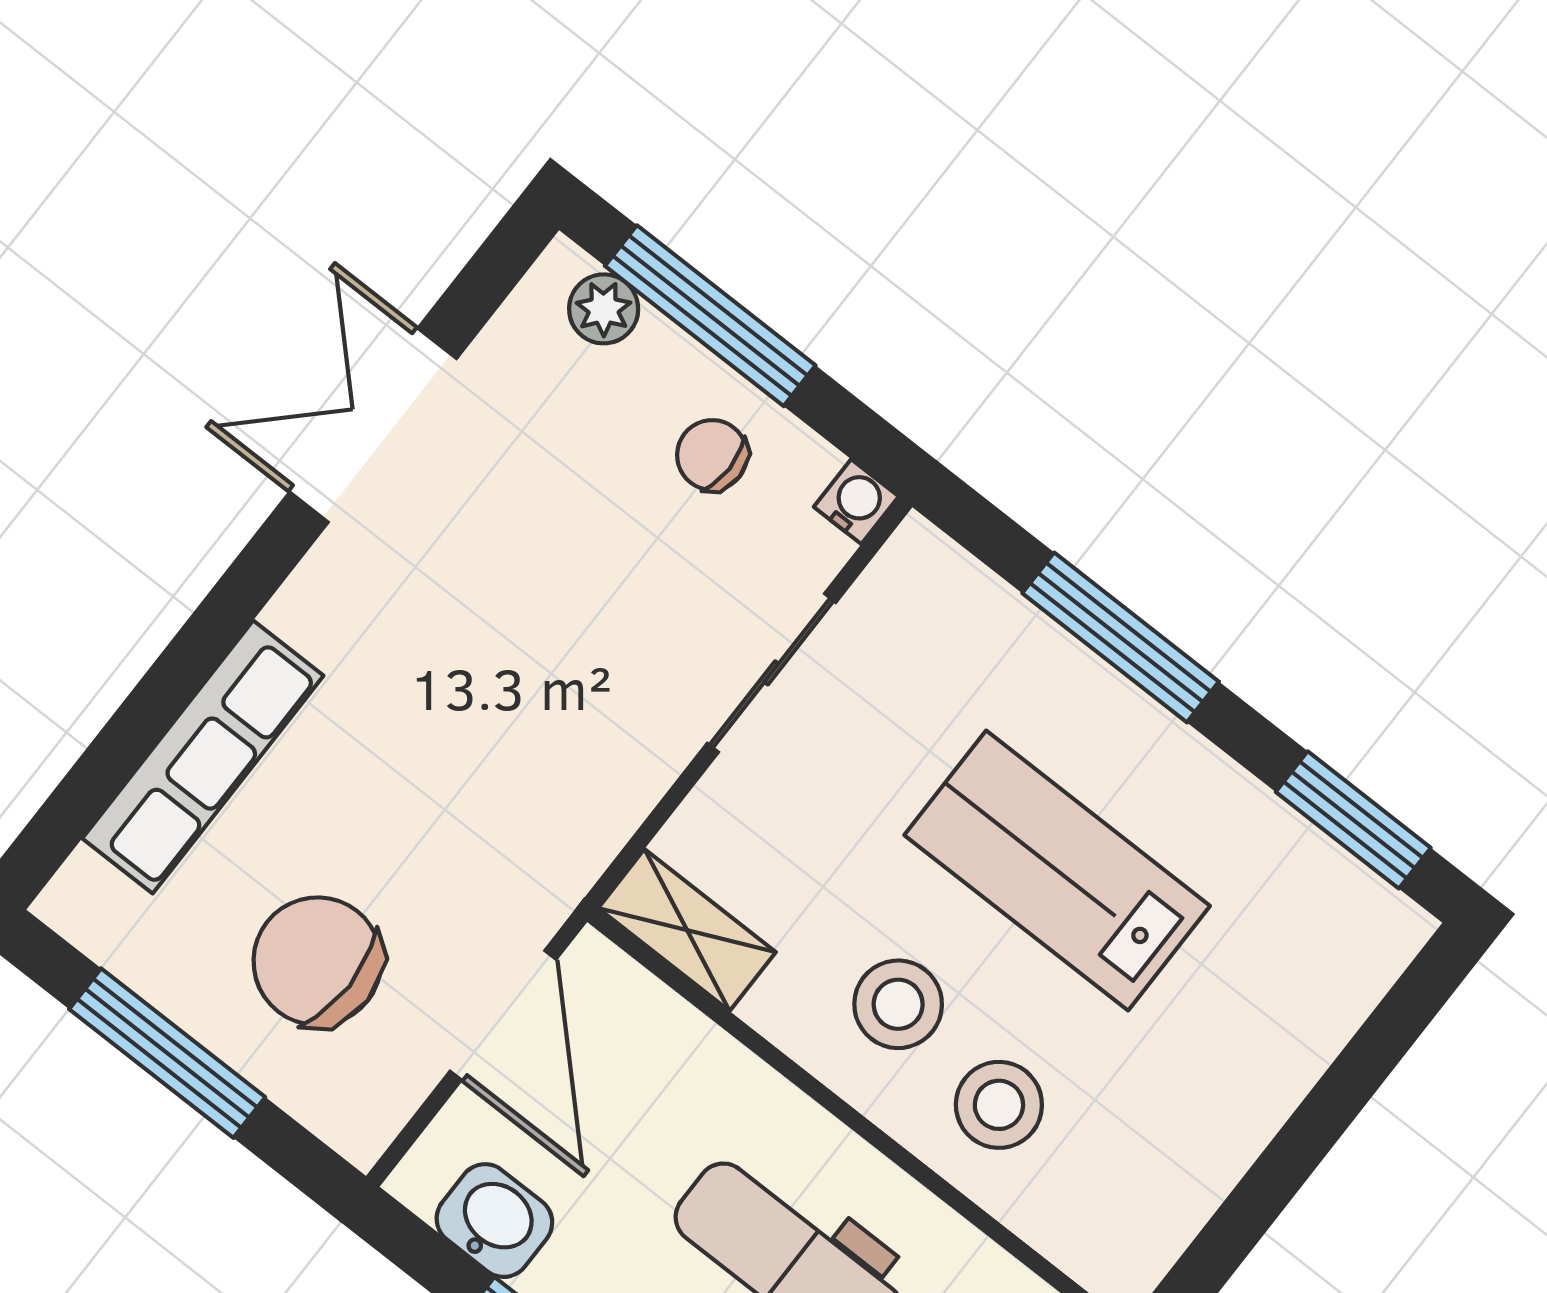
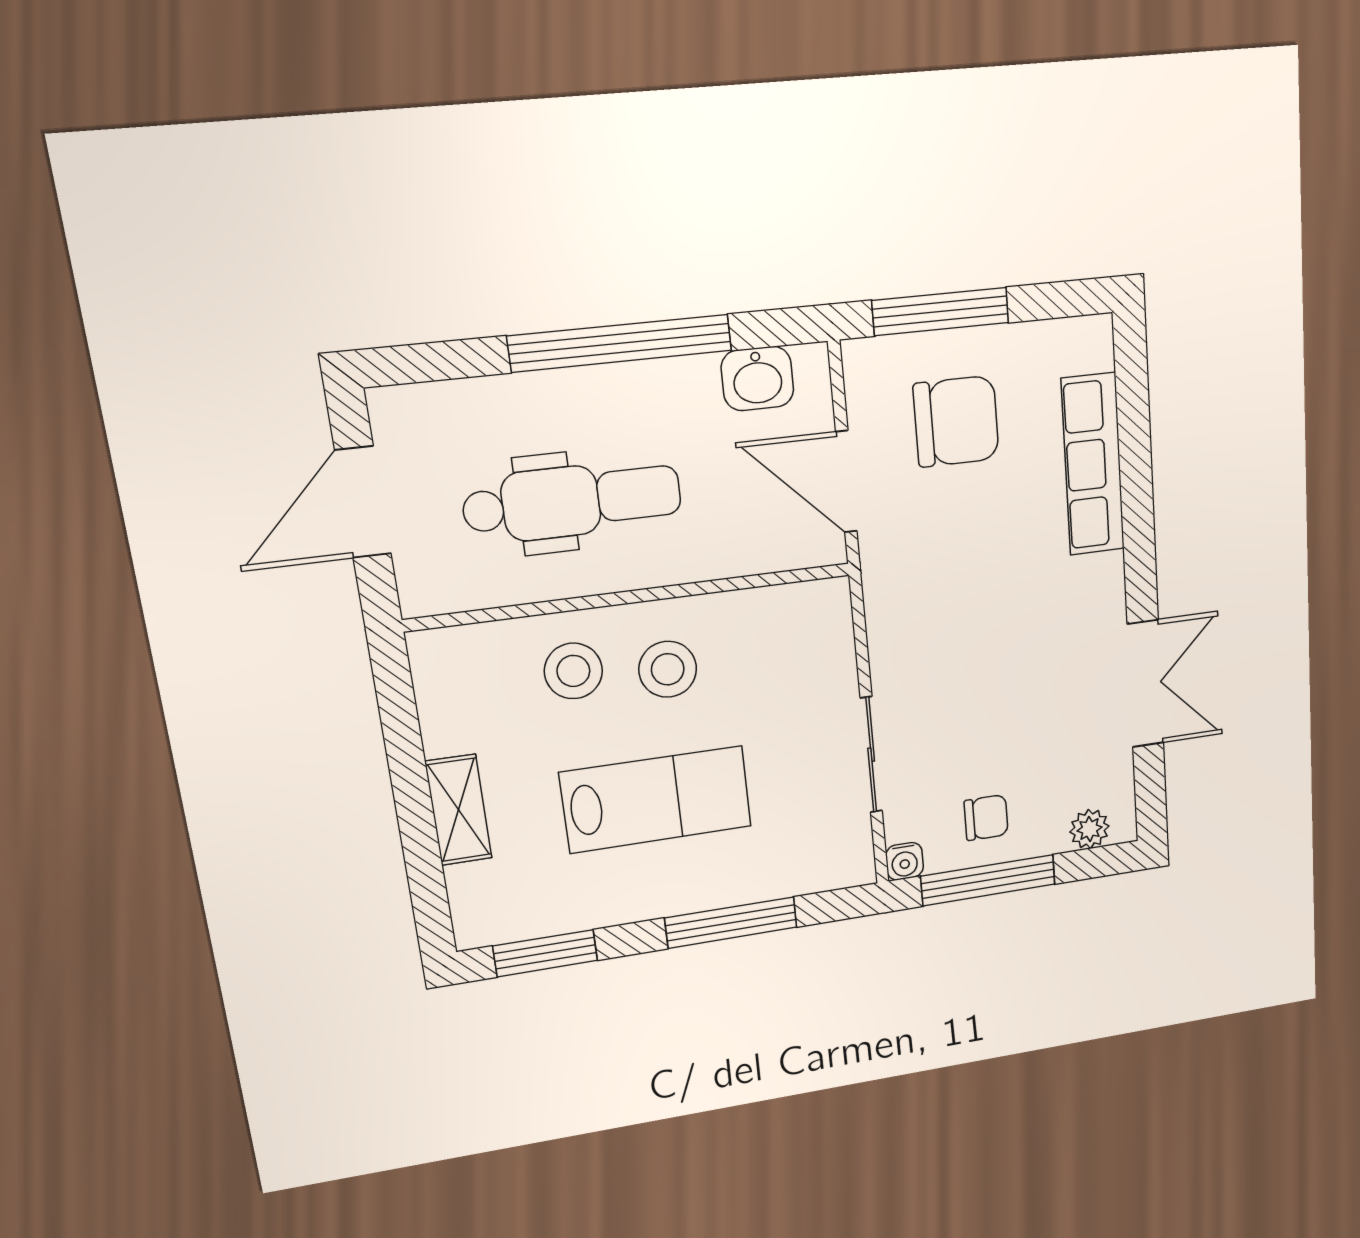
window: (710, 316) -> (988, 880), moved
shelving: (687, 930) -> (459, 810), moved, turned 90
window: (167, 1053) -> (941, 312), moved

